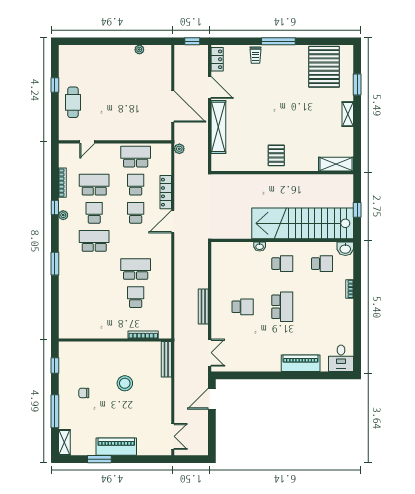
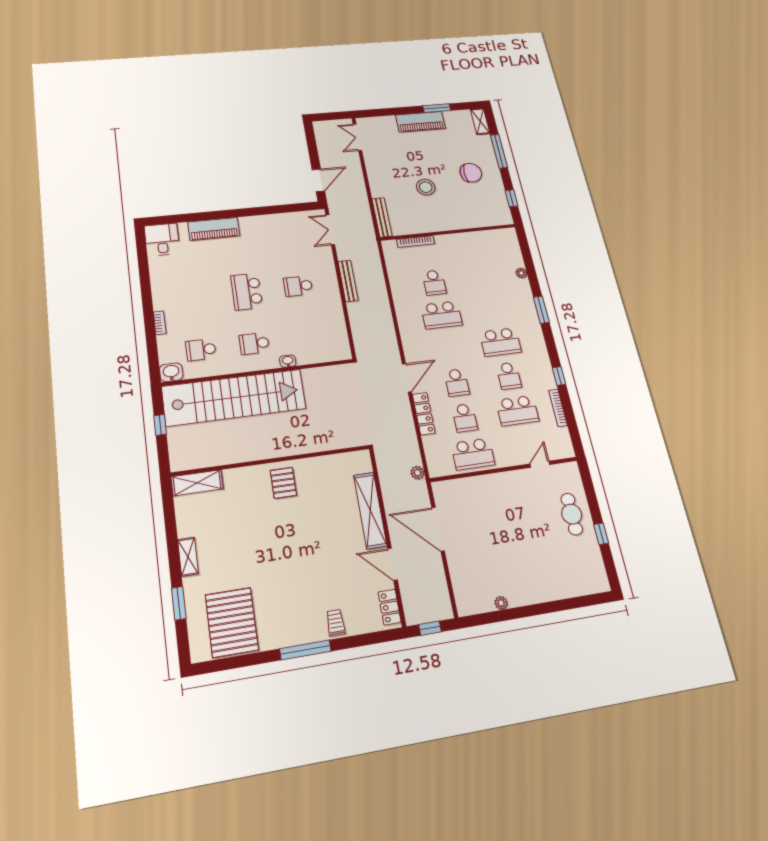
plant: (63, 215) -> (521, 273), moved
chair: (84, 393) -> (471, 173), width x1.87, depth x1.87

